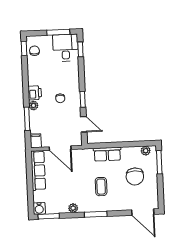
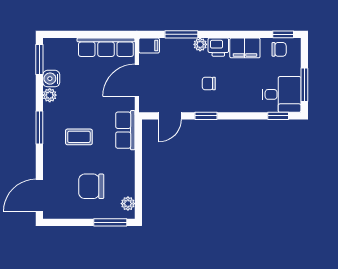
filing cabinet: (35, 74) -> (245, 48), added
row of seats: (107, 154) -> (125, 130), moved
water cooler: (39, 208) -> (51, 79), moved

